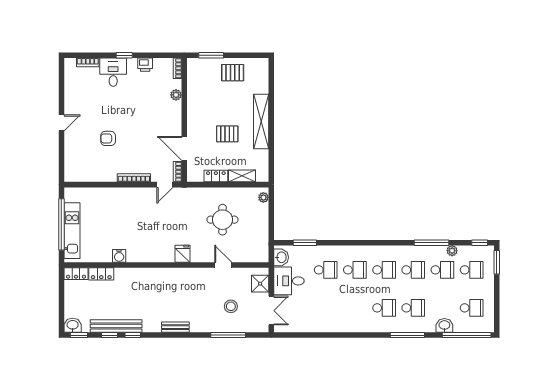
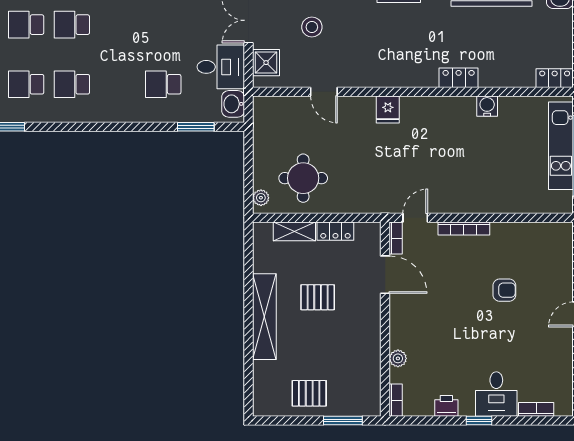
round table: (222, 220) -> (303, 178), moved
school desk: (355, 270) -> (118, 84), removed
locker: (101, 274) -> (459, 78), moved

